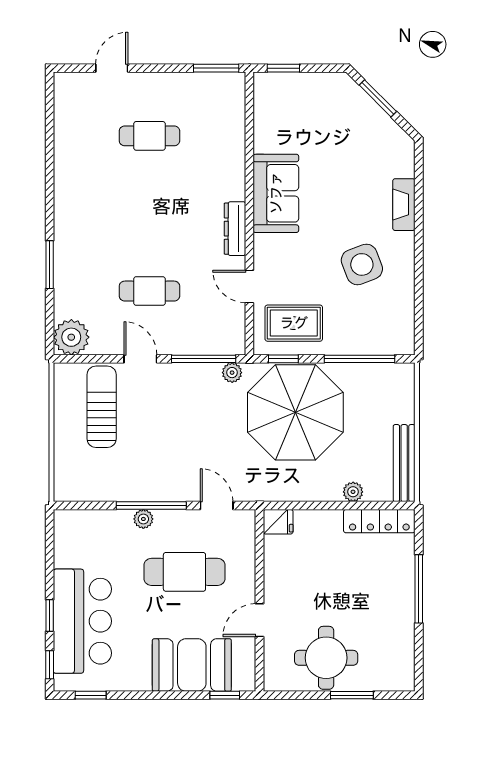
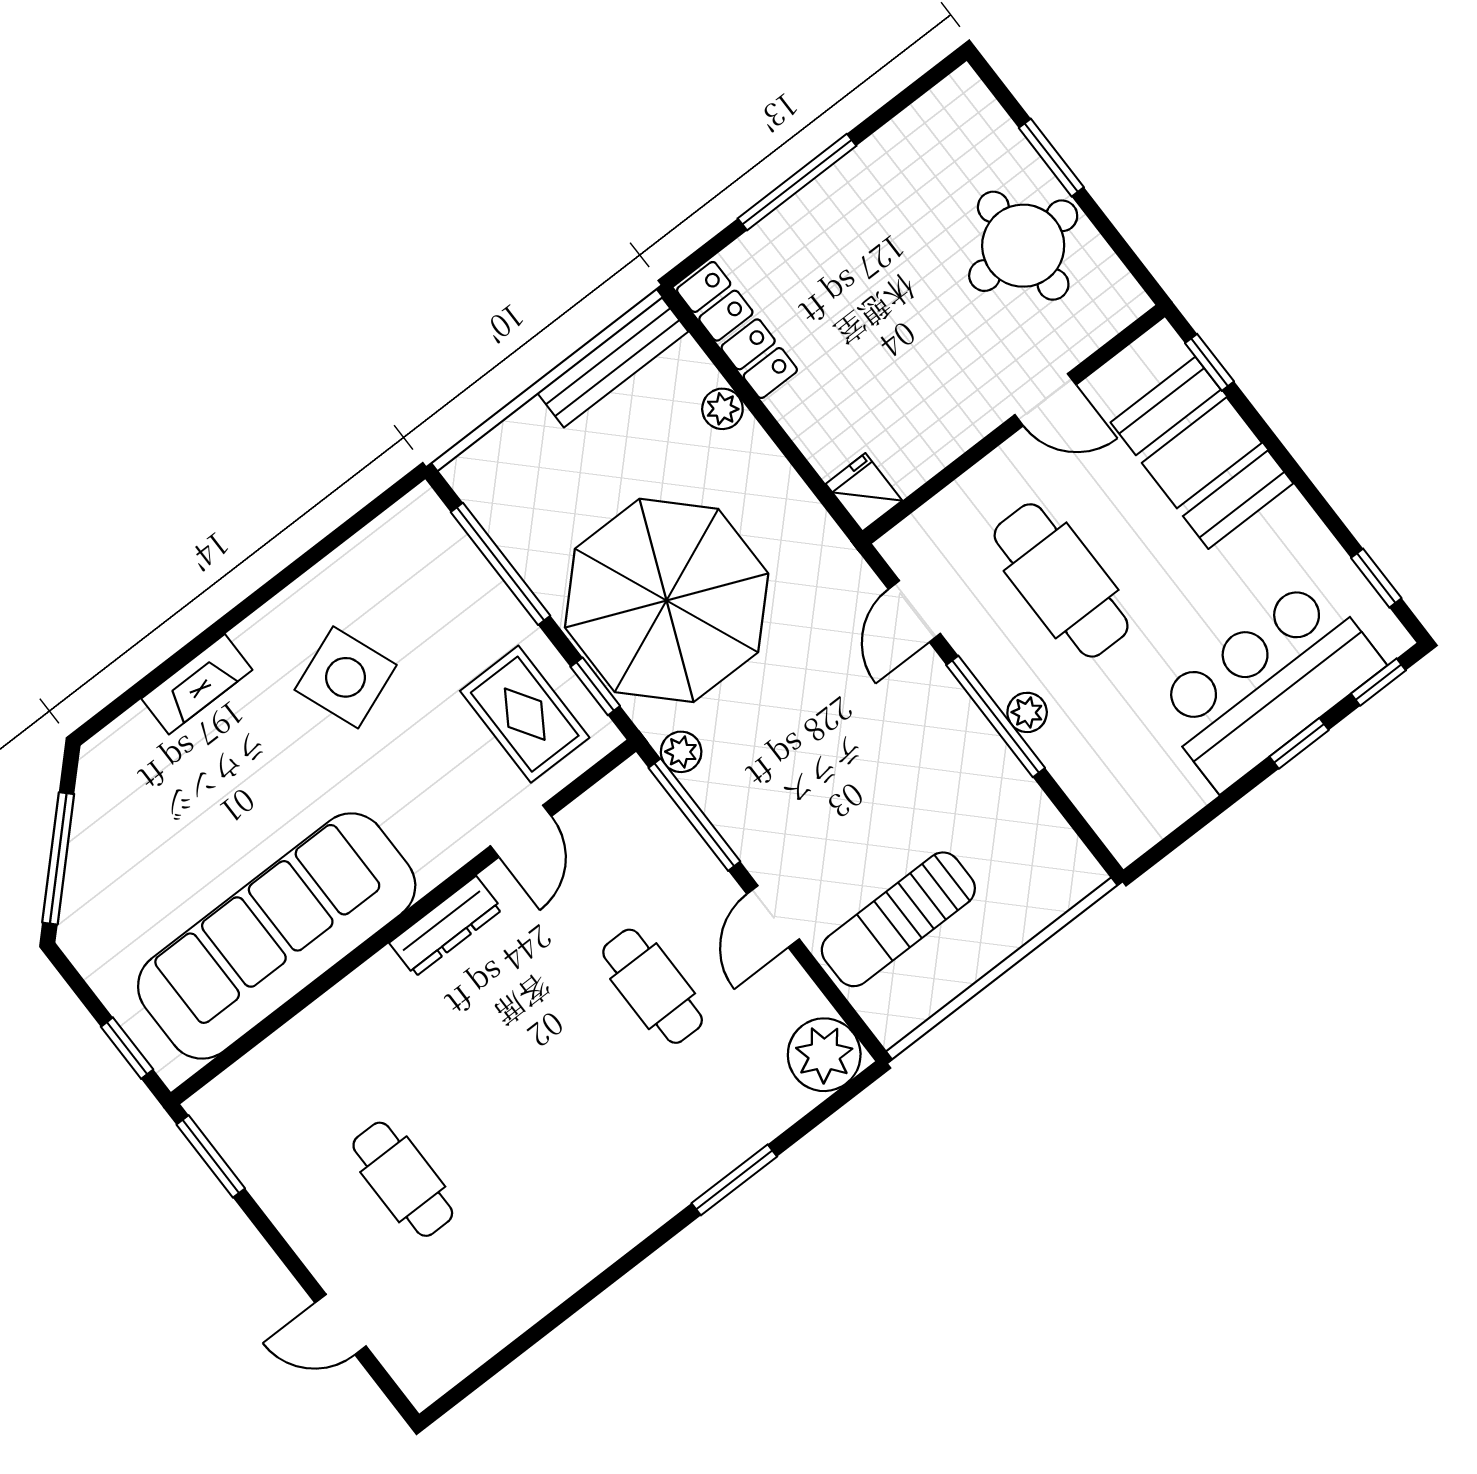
window: (378, 98) -> (58, 858), width x1.44
sofa: (276, 193) -> (277, 936), width x1.85, depth x1.27

